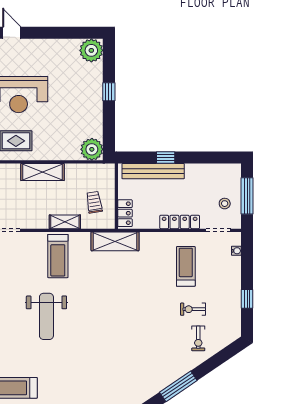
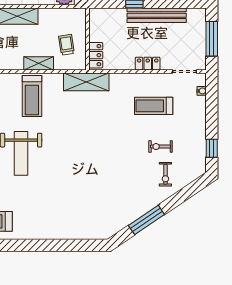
bench: (153, 171) -> (157, 15), moved
stool: (225, 204) -> (191, 46), removed
locker: (180, 222) -> (148, 64), width x0.66
treadmill: (186, 266) -> (154, 106), turned -90
window: (247, 299) -> (212, 148), moved

